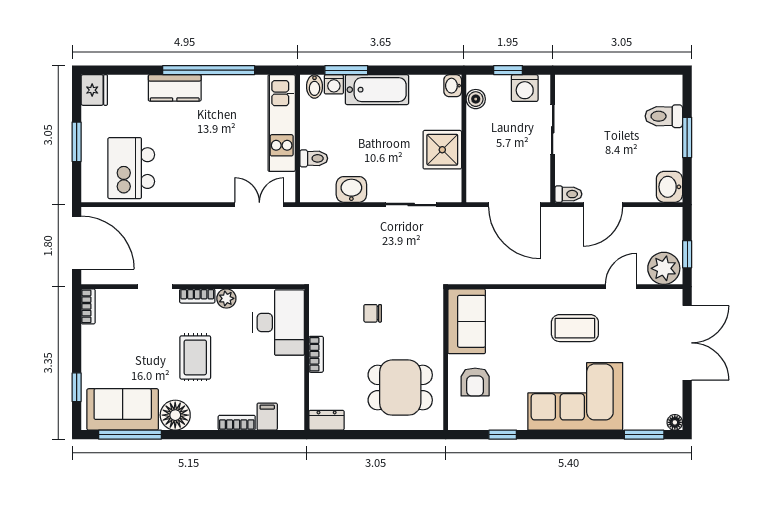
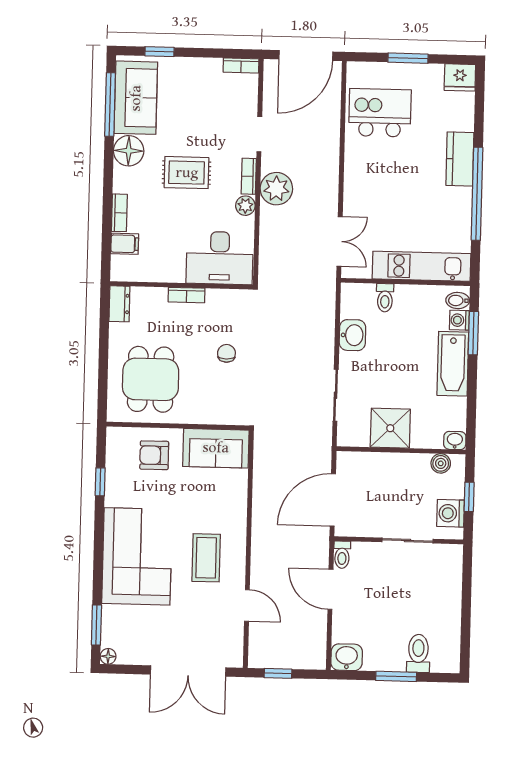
plant: (664, 268) -> (276, 189), moved

